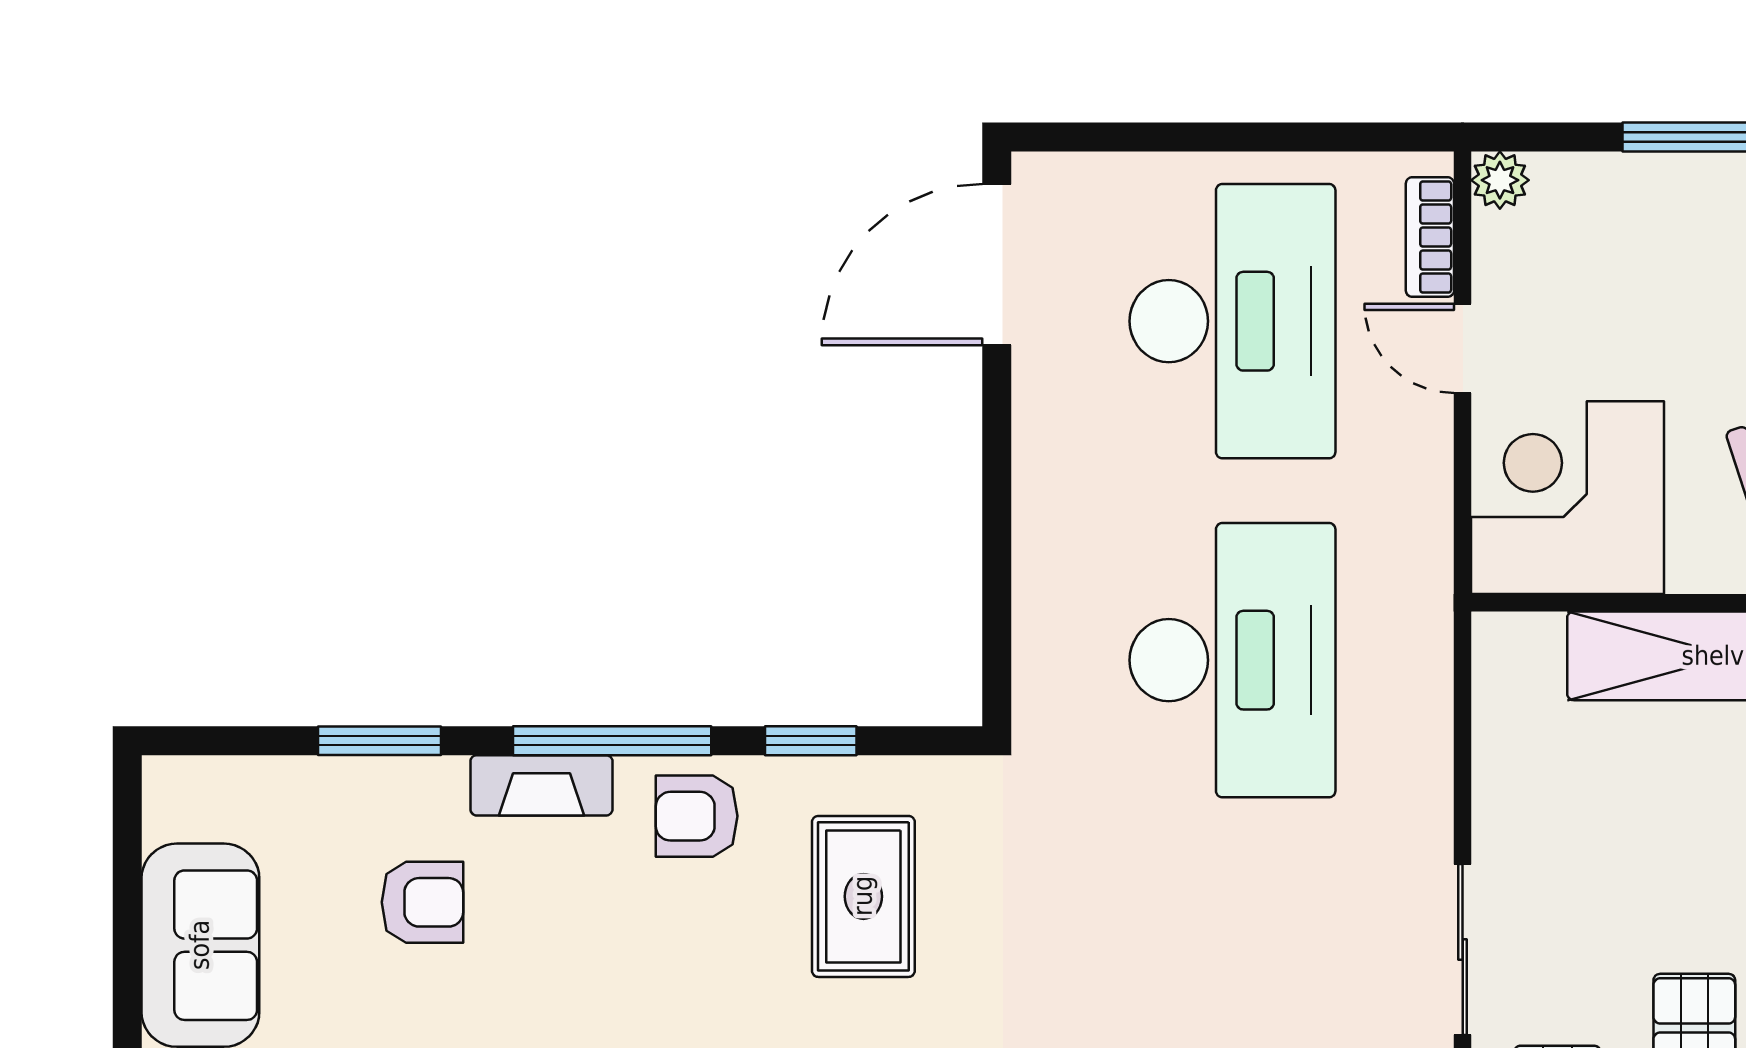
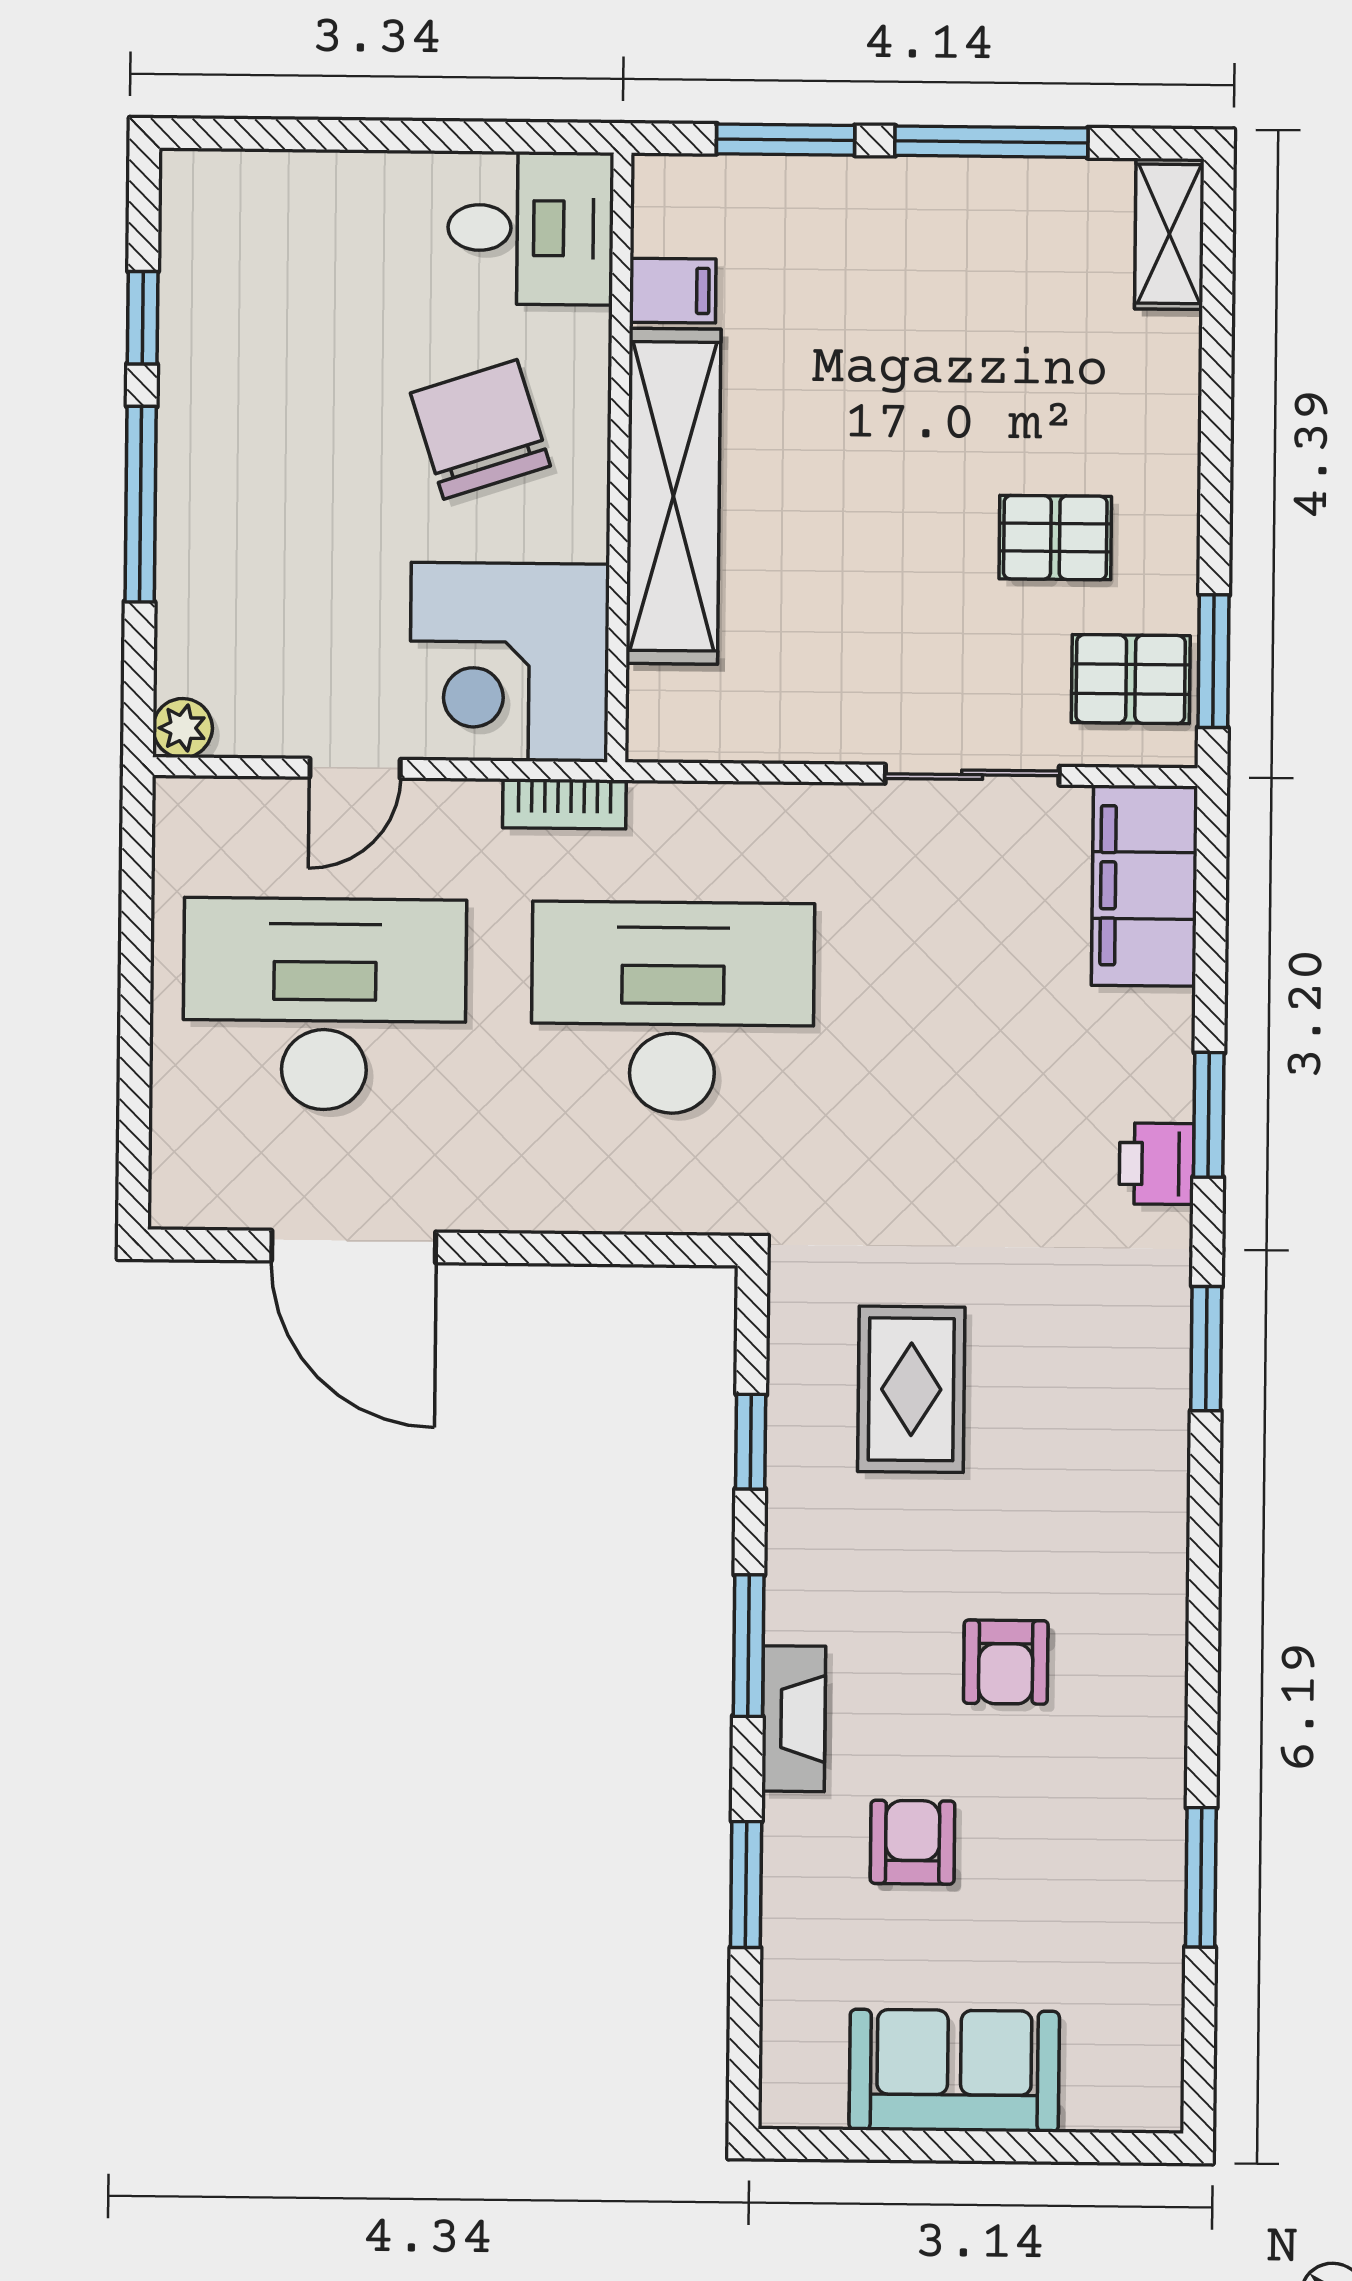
bookcase: (1430, 237) -> (564, 804), moved
door: (997, 265) -> (354, 1247), moved
window: (612, 741) -> (749, 1646), width x0.69
armchair: (697, 816) -> (1006, 1662), moved
rug: (863, 896) -> (911, 1389), turned 90

